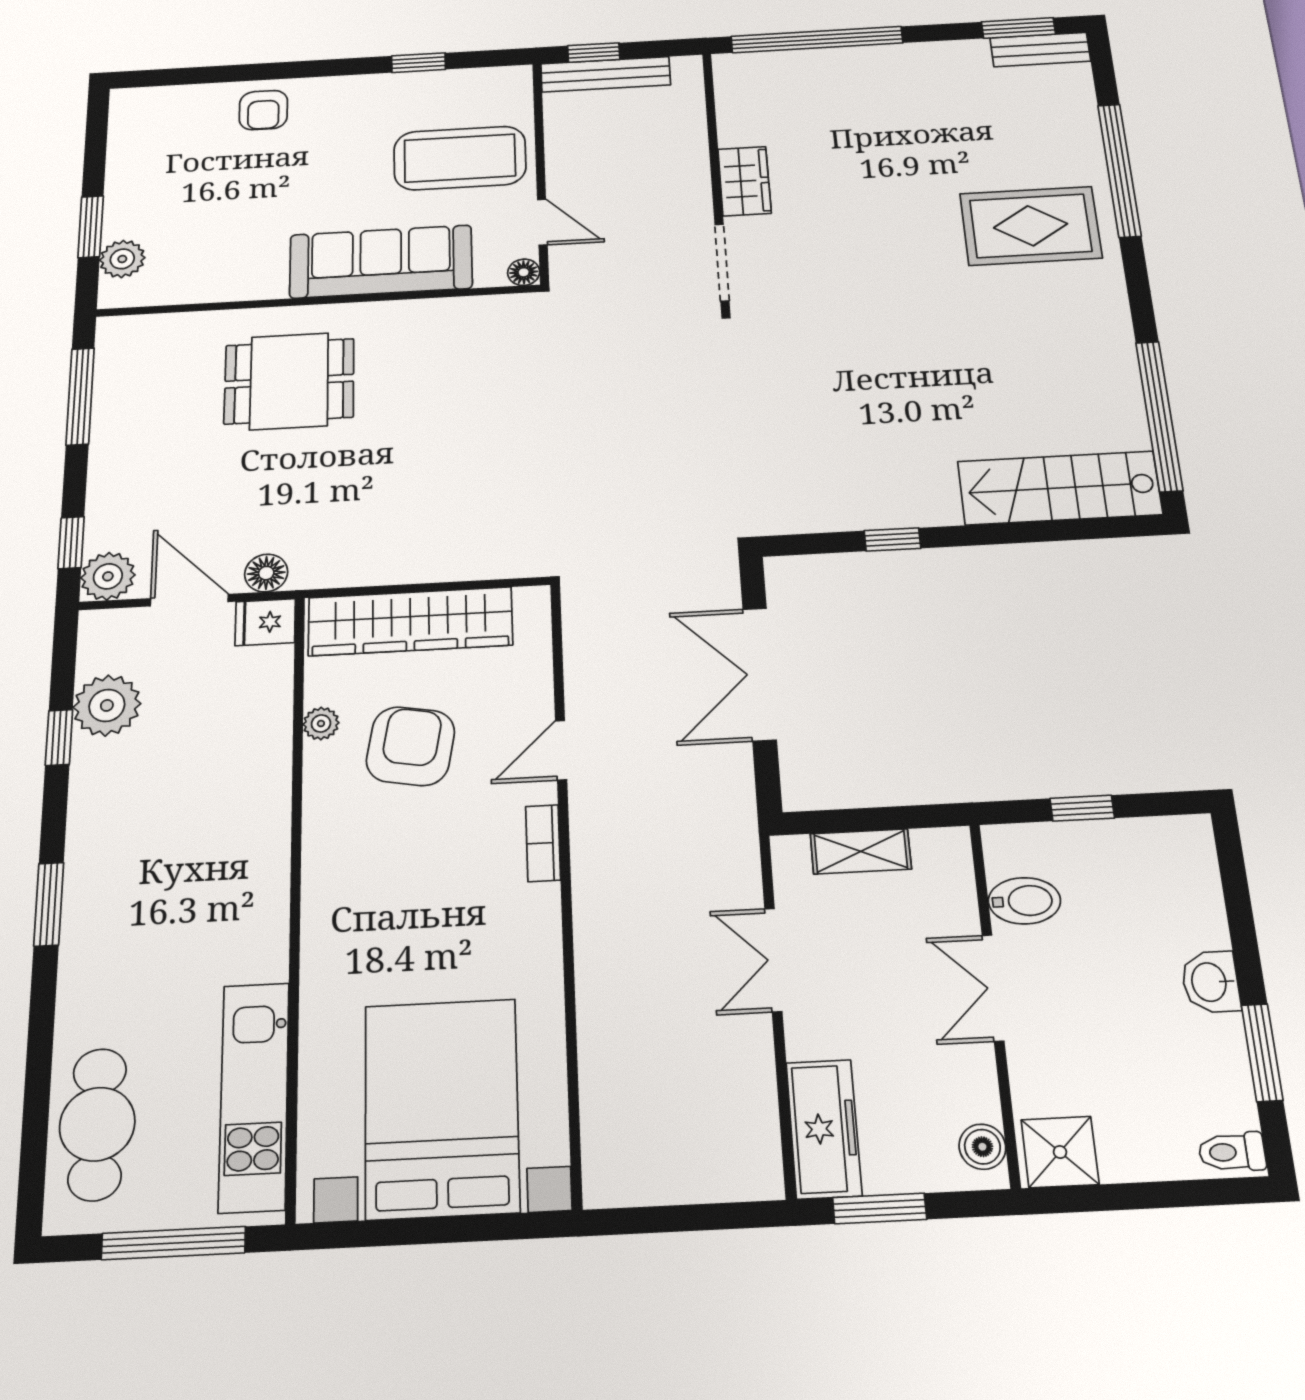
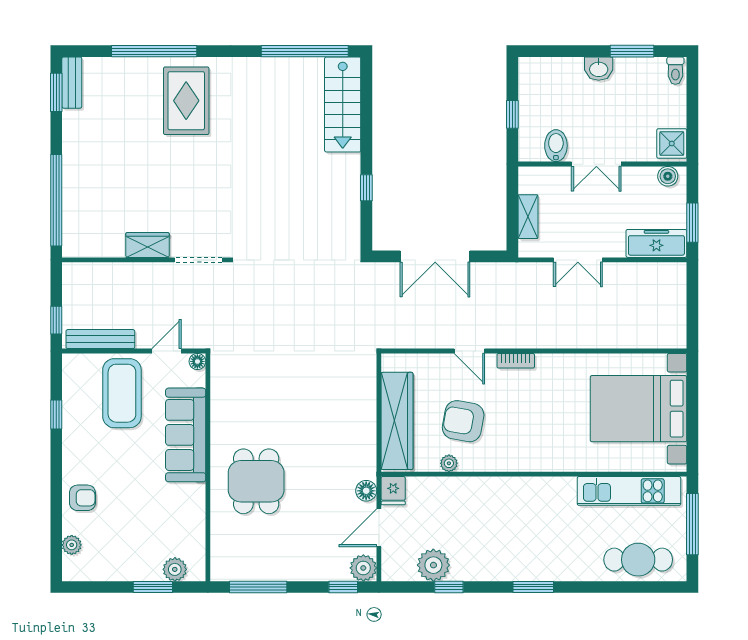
bench: (606, 74) -> (100, 339), moved, turned 90
plant: (176, 99) -> (72, 545), added

